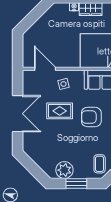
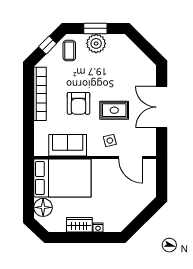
armchair: (91, 117) -> (79, 103), turned 90
plant: (64, 170) -> (96, 43), moved

